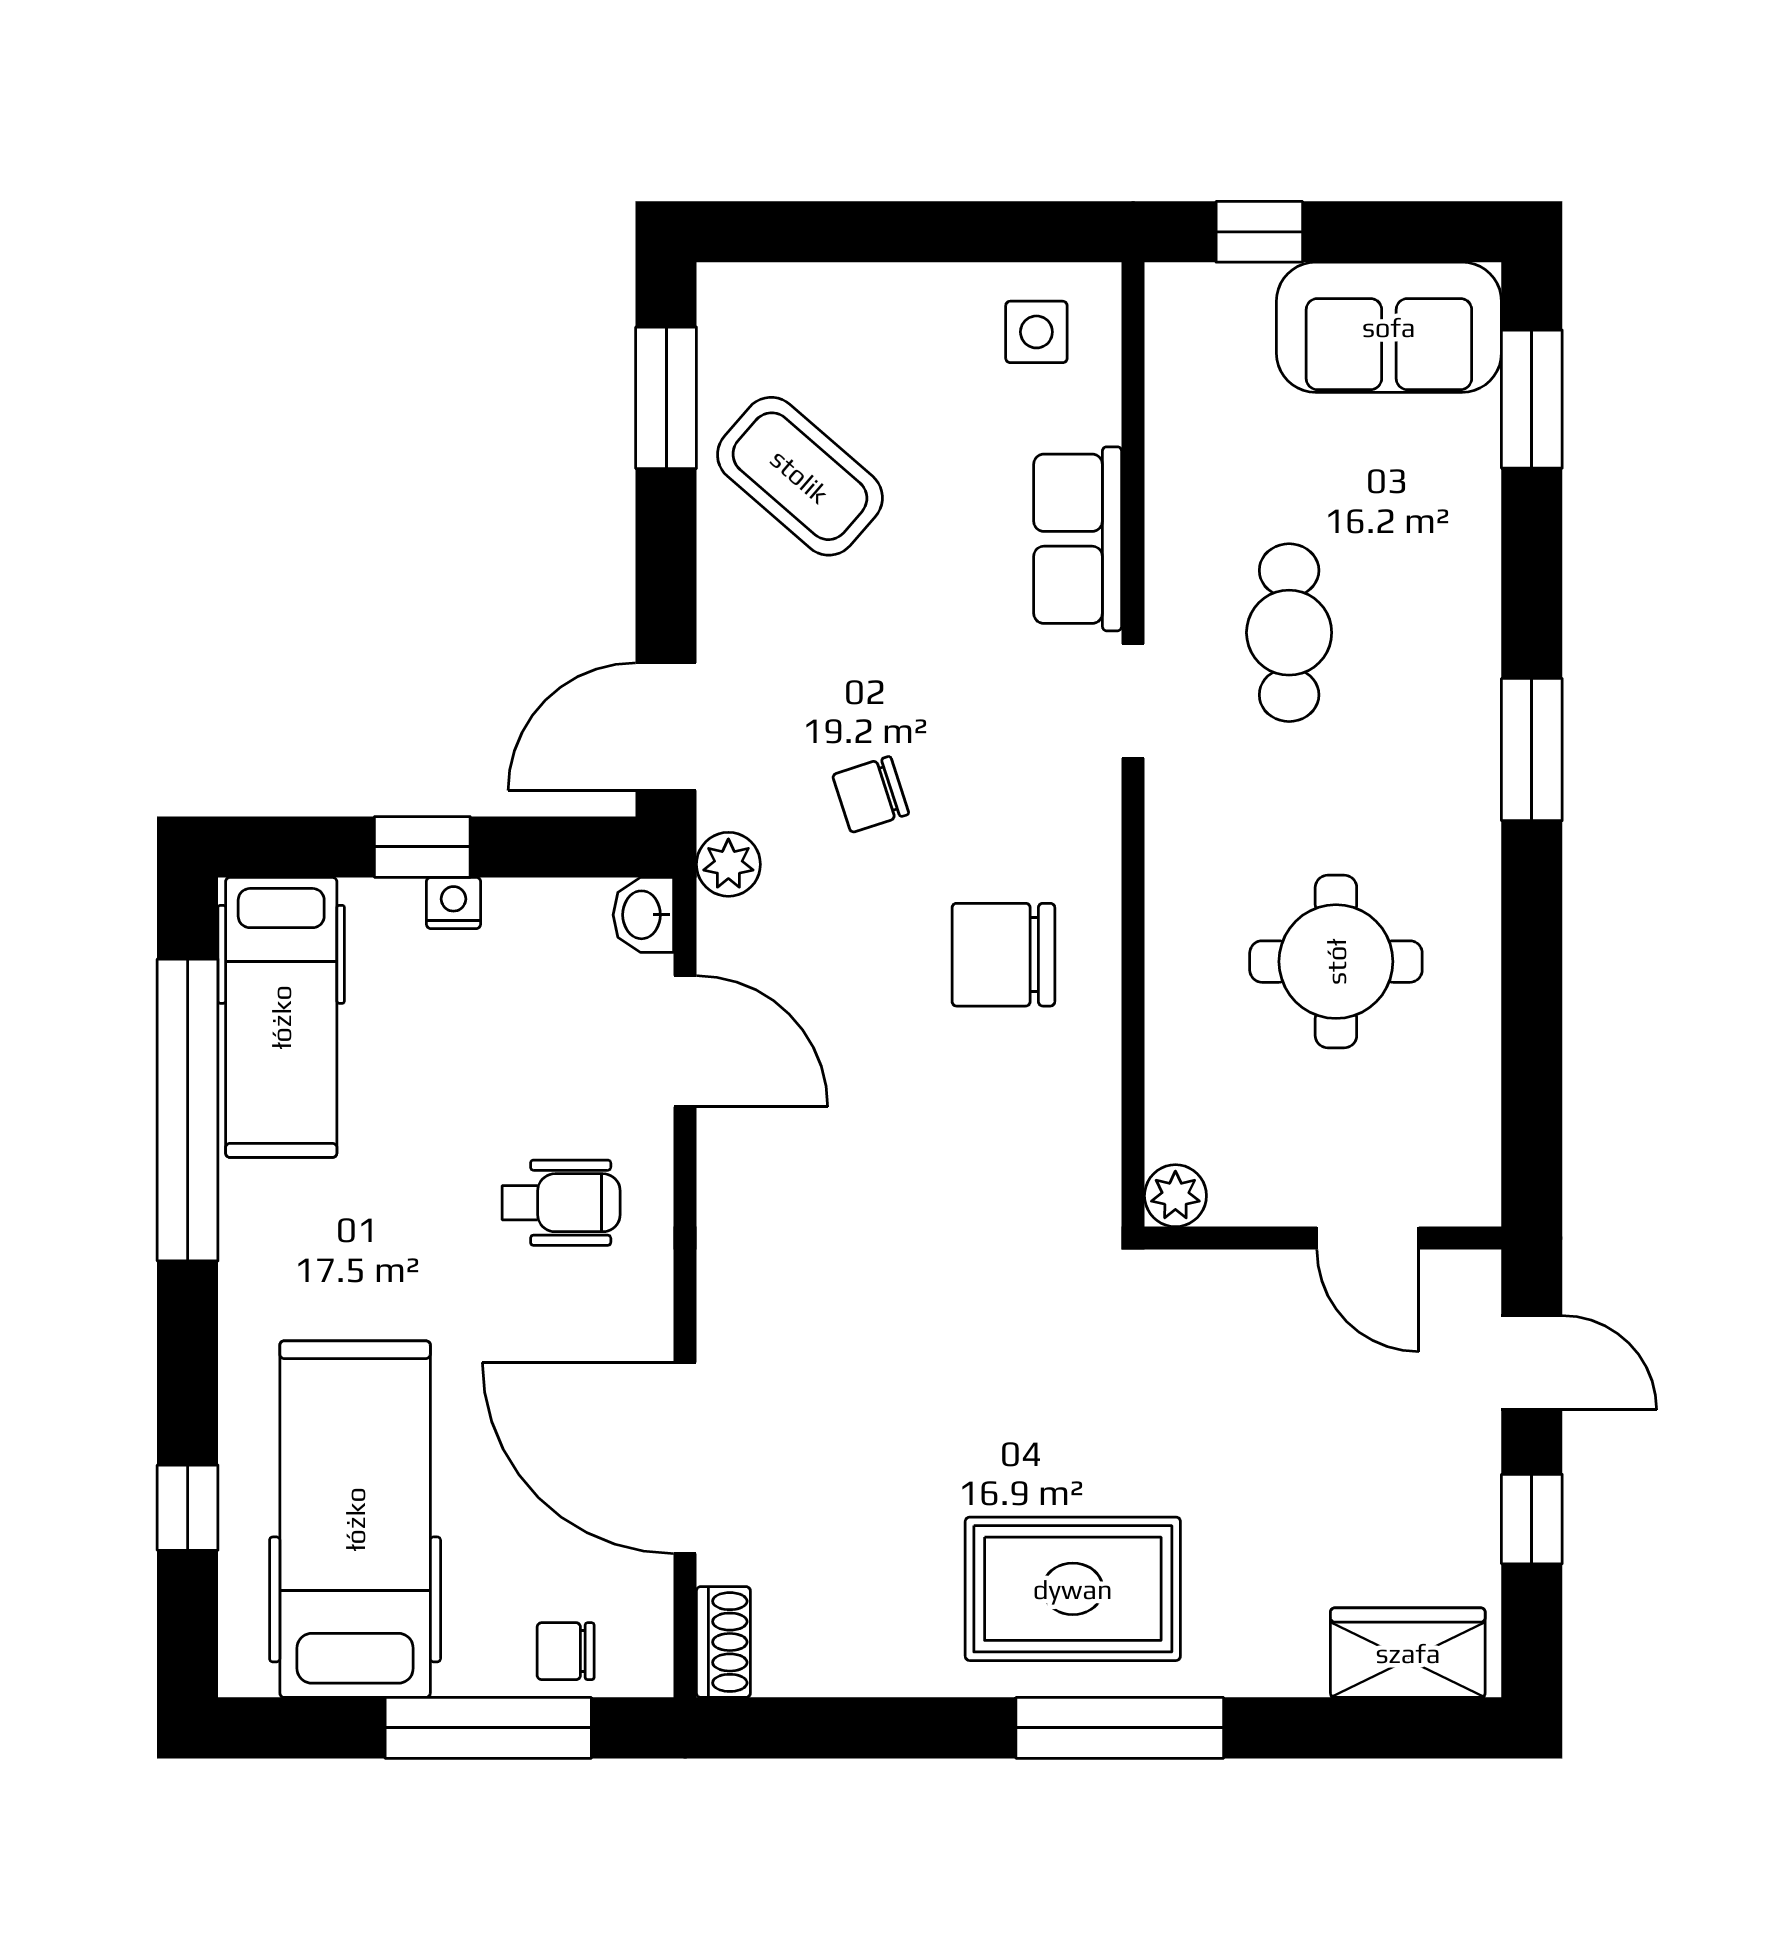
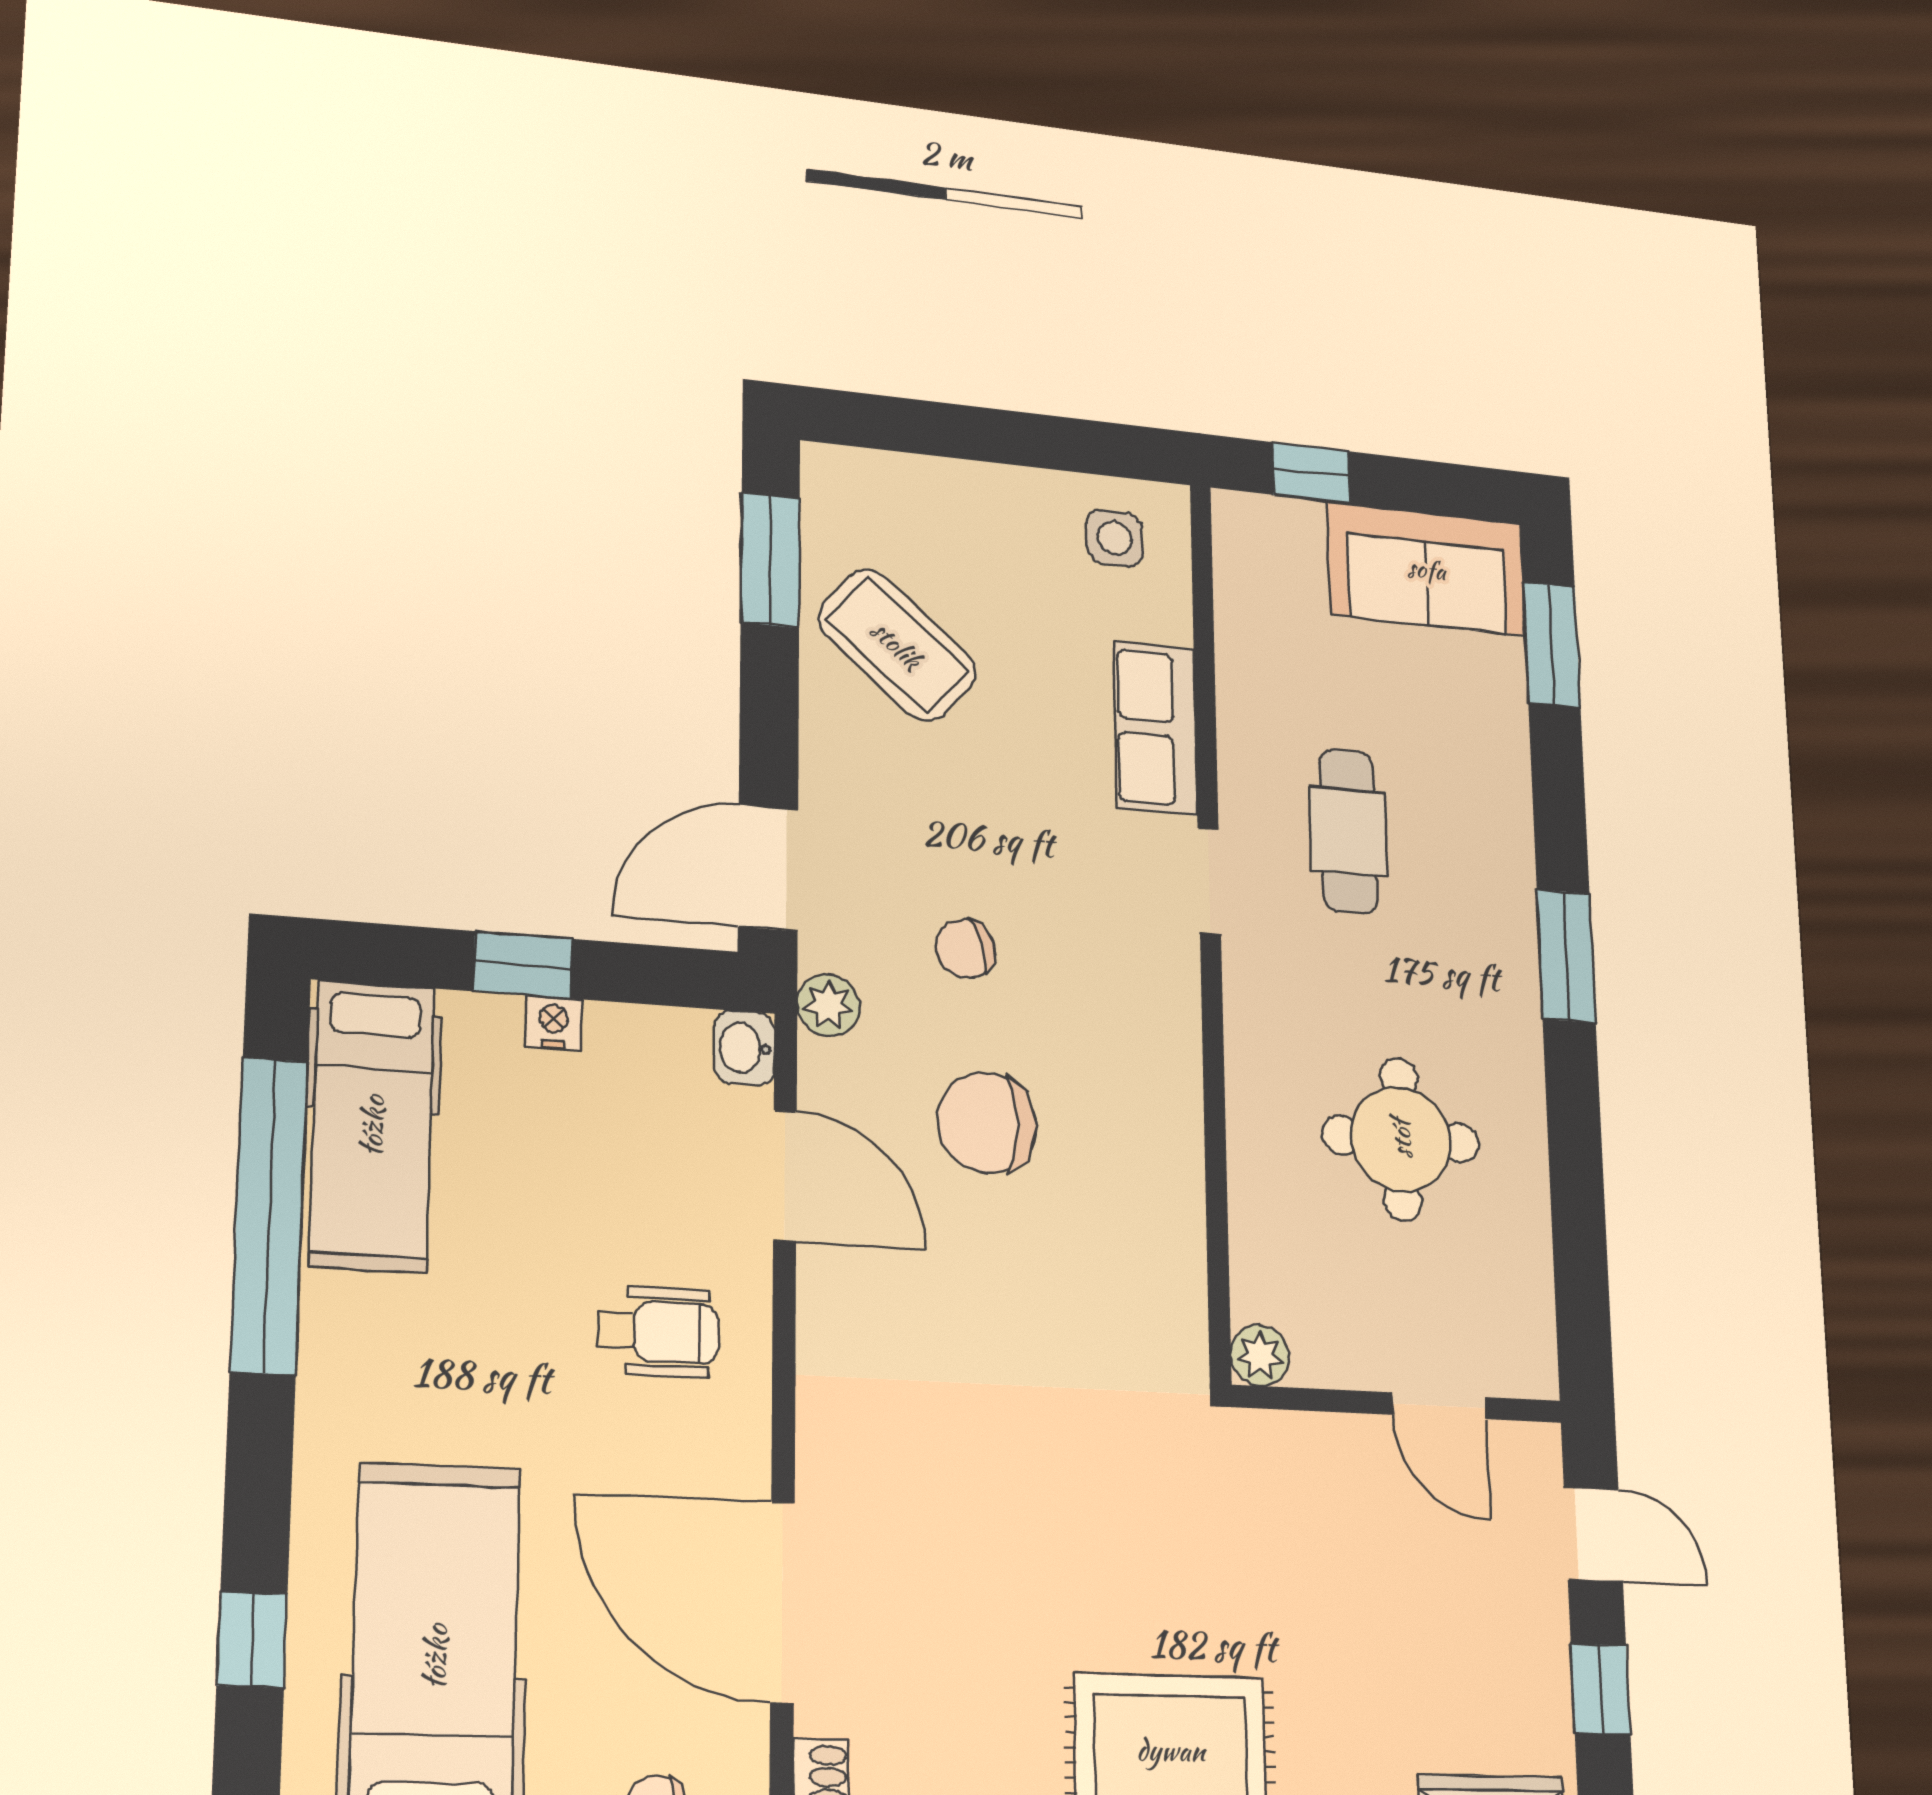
chair: (1003, 955) -> (987, 1123), moved

